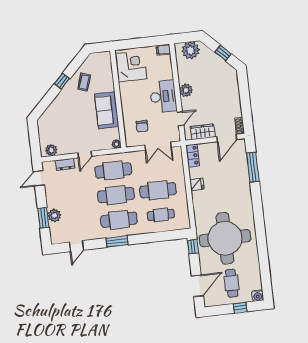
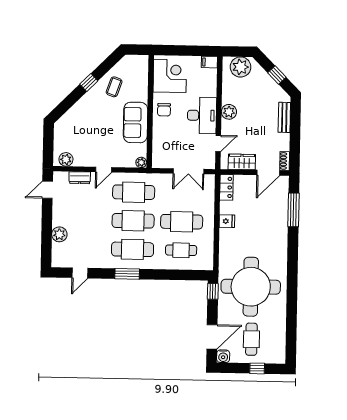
bench: (234, 89) -> (284, 117), added
chair: (142, 126) -> (164, 110), moved
window: (43, 218) -> (47, 235), removed
water cooler: (258, 296) -> (223, 356), moved

